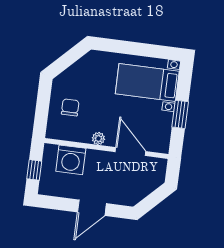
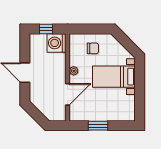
bed with nightstands: (147, 83) -> (114, 77), moved, turned -90
washing machine: (71, 160) -> (56, 43), moved

